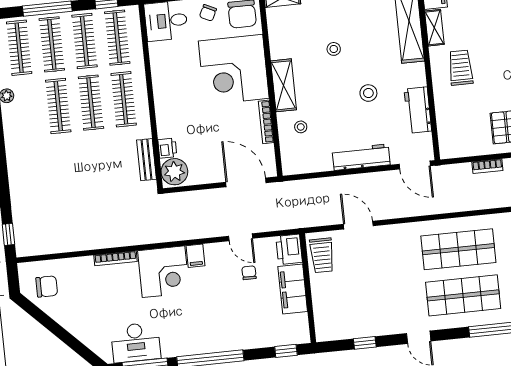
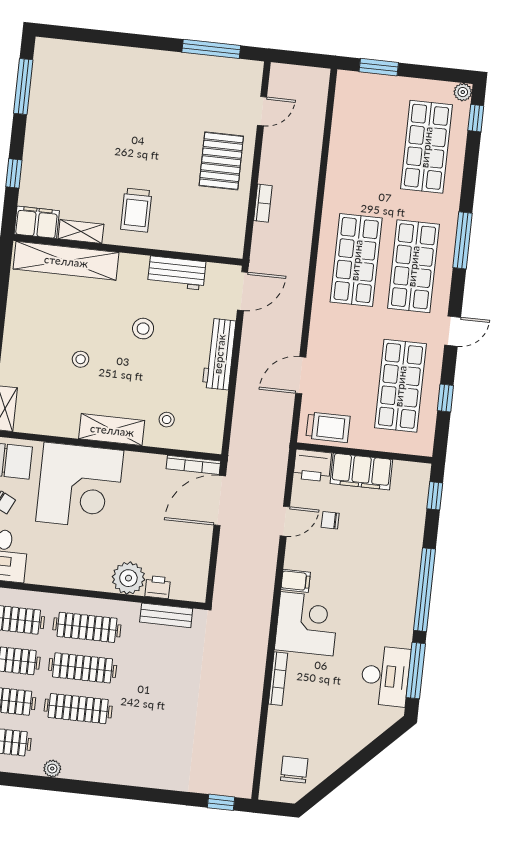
trolley: (461, 68) -> (136, 210), turned -90
bookcase: (266, 122) -> (193, 465), moved
plant: (174, 172) -> (128, 578), moved
shop shelf: (367, 305) -> (400, 386), added

